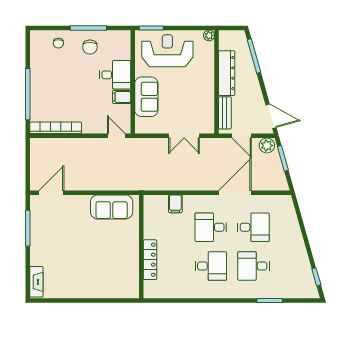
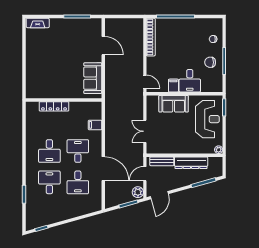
door: (116, 136) -> (145, 82), hinge flipped
door: (51, 193) -> (103, 46), moved

